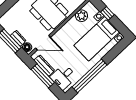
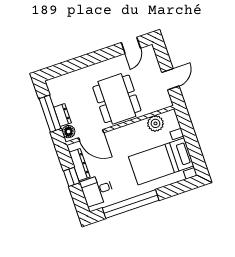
window: (107, 13) -> (190, 135), removed
window: (43, 76) -> (71, 177), width x0.46

